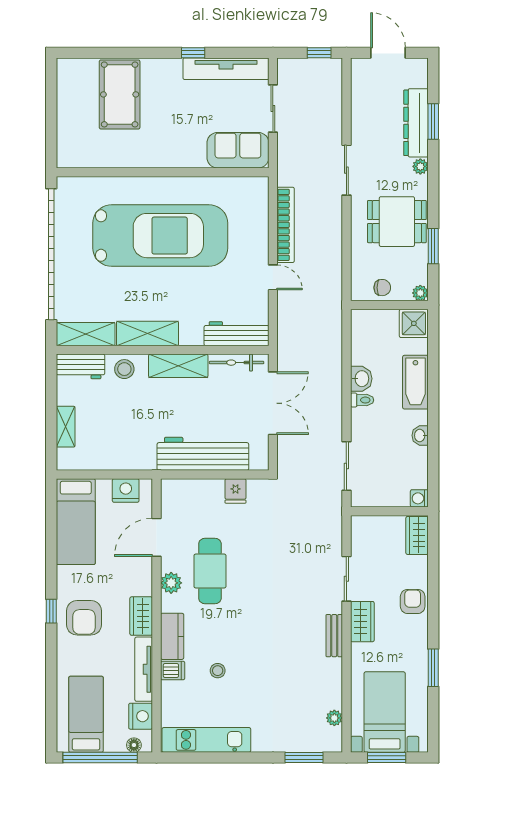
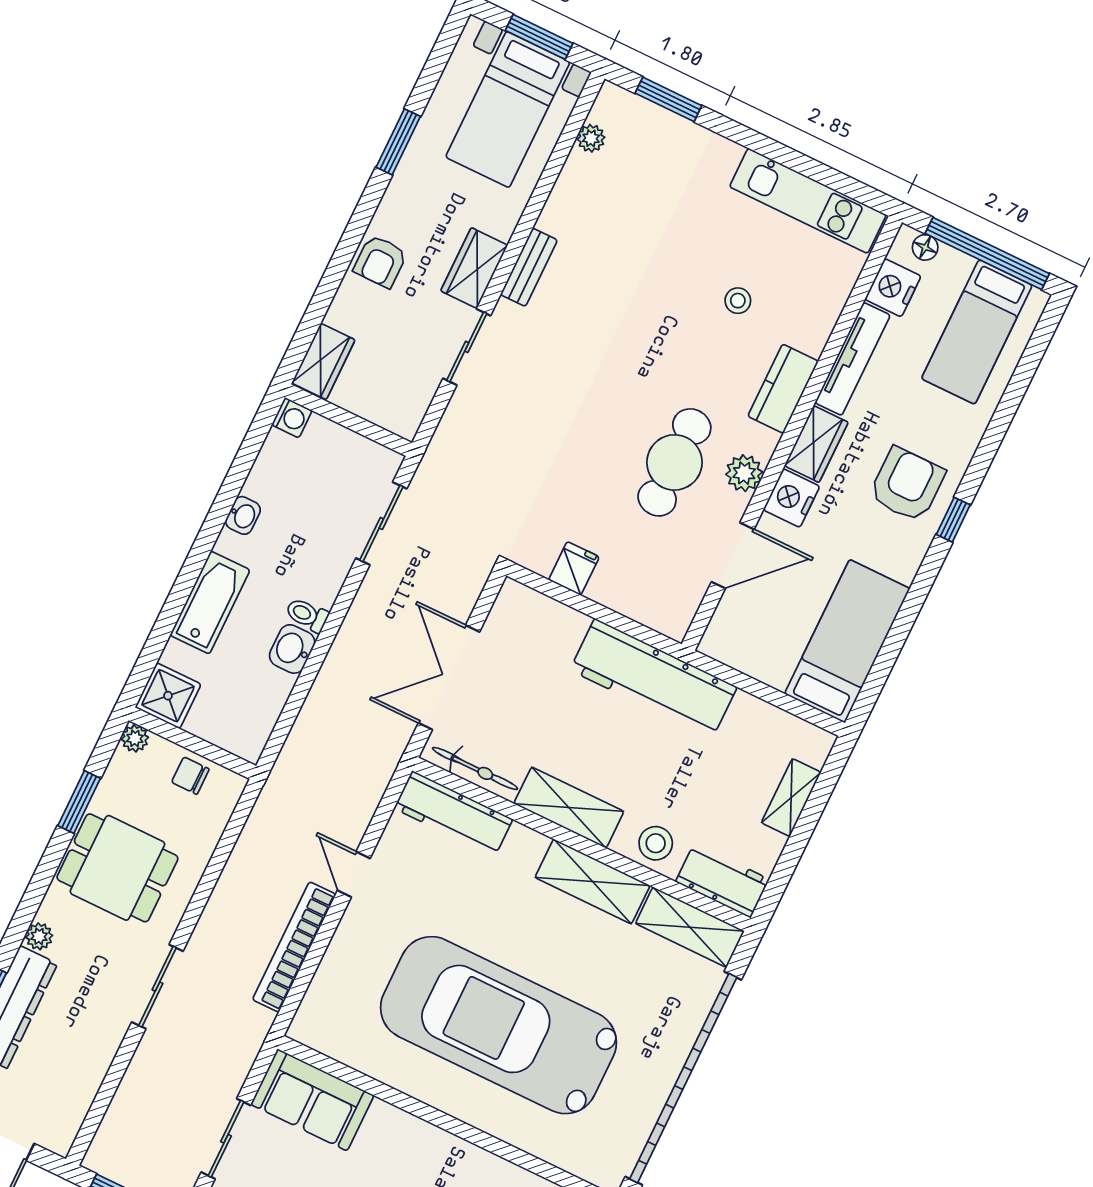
workbench: (203, 454) -> (653, 679), moved
nightstand: (126, 490) -> (791, 498), moved, turned 90
dishwasher: (173, 670) -> (808, 335), removed

